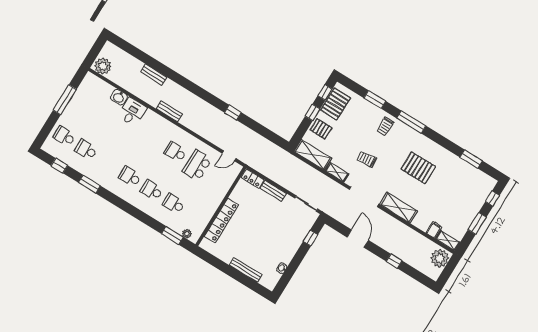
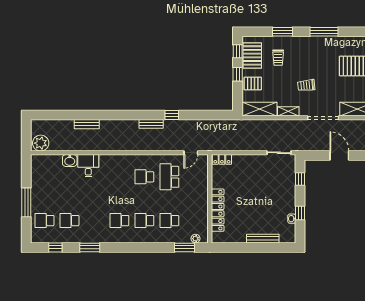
window: (65, 100) -> (26, 202), moved
bench: (169, 111) -> (151, 124), moved
trolley: (385, 127) -> (278, 58), moved
bench: (273, 191) -> (245, 159), removed
window: (292, 268) -> (300, 213), added

